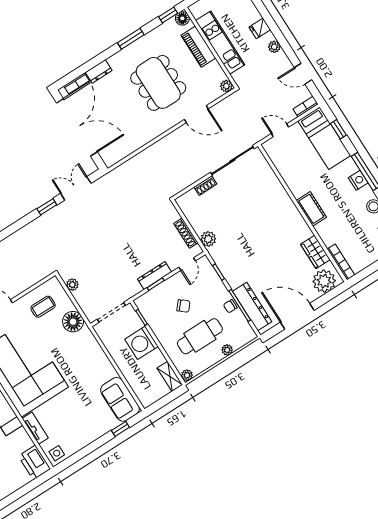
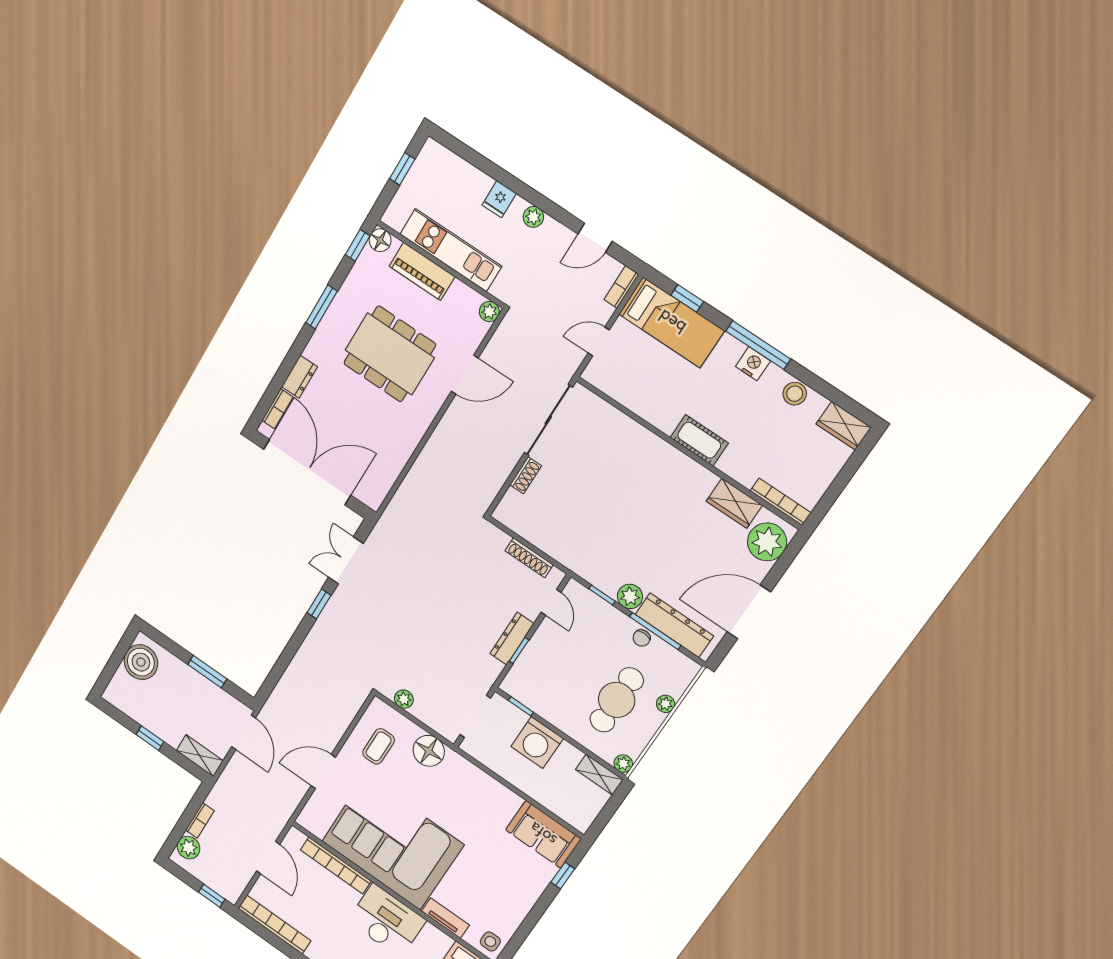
plant: (208, 239) -> (630, 596), moved
chair: (183, 306) -> (573, 665), removed

